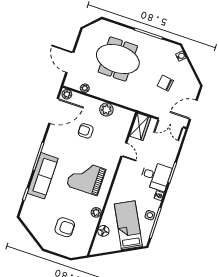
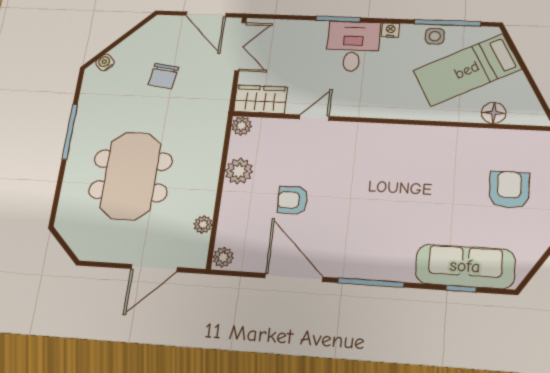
door: (54, 111) -> (294, 278), moved
armchair: (86, 131) -> (293, 200), turned 90
sofa: (43, 176) -> (465, 266), moved
grand piano: (86, 178) -> (391, 174), removed
plant: (96, 212) -> (242, 126), moved

